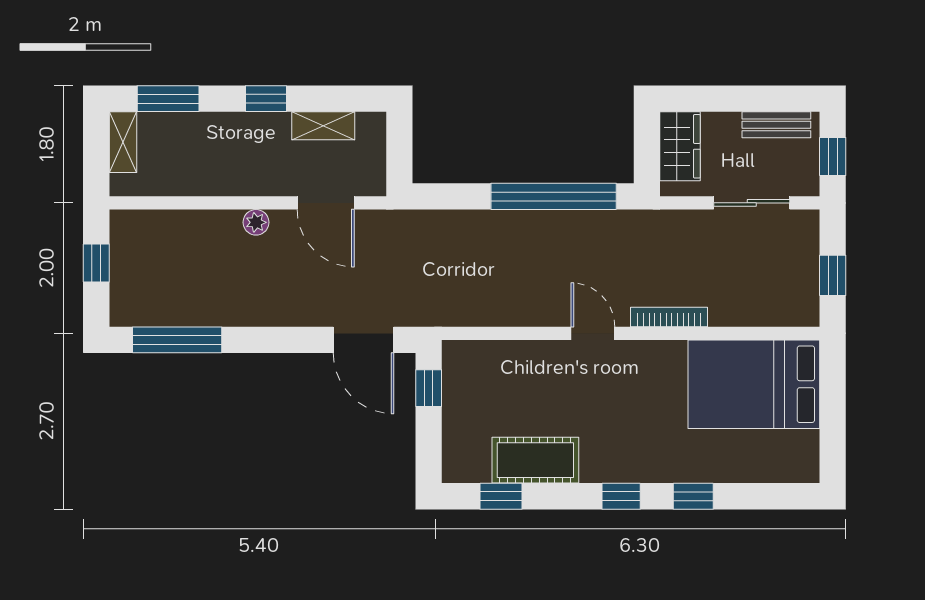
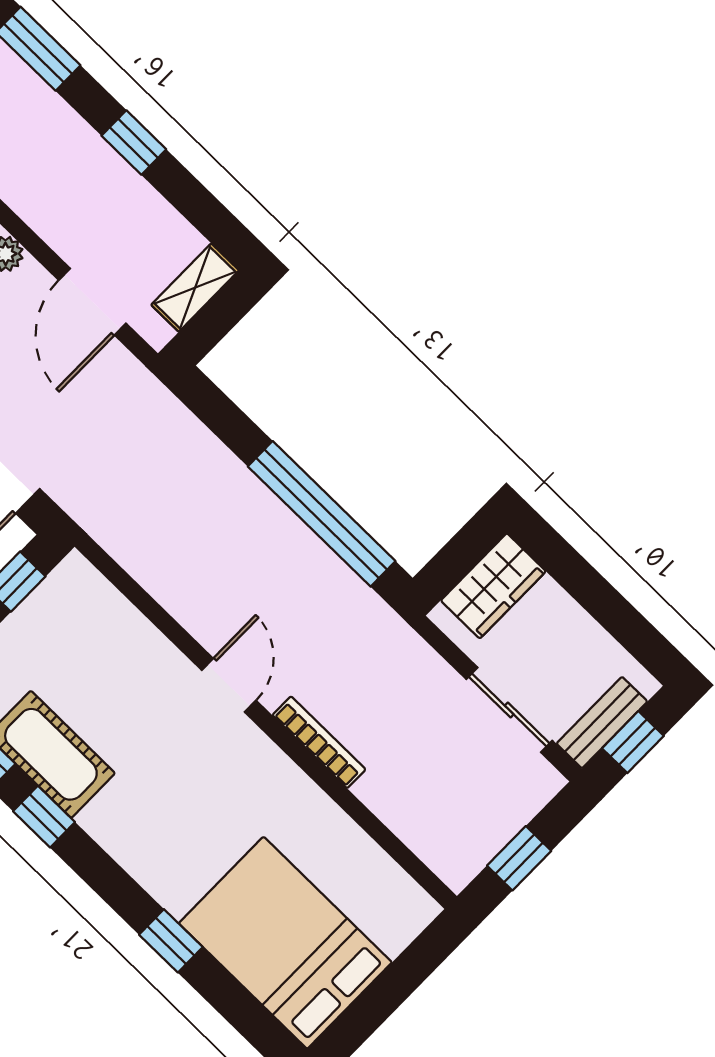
bench: (776, 125) -> (602, 723), moved, turned 90
shelving: (323, 126) -> (195, 288), moved, turned 90
bed: (754, 384) -> (285, 943), moved
window: (621, 496) -> (44, 817), moved

